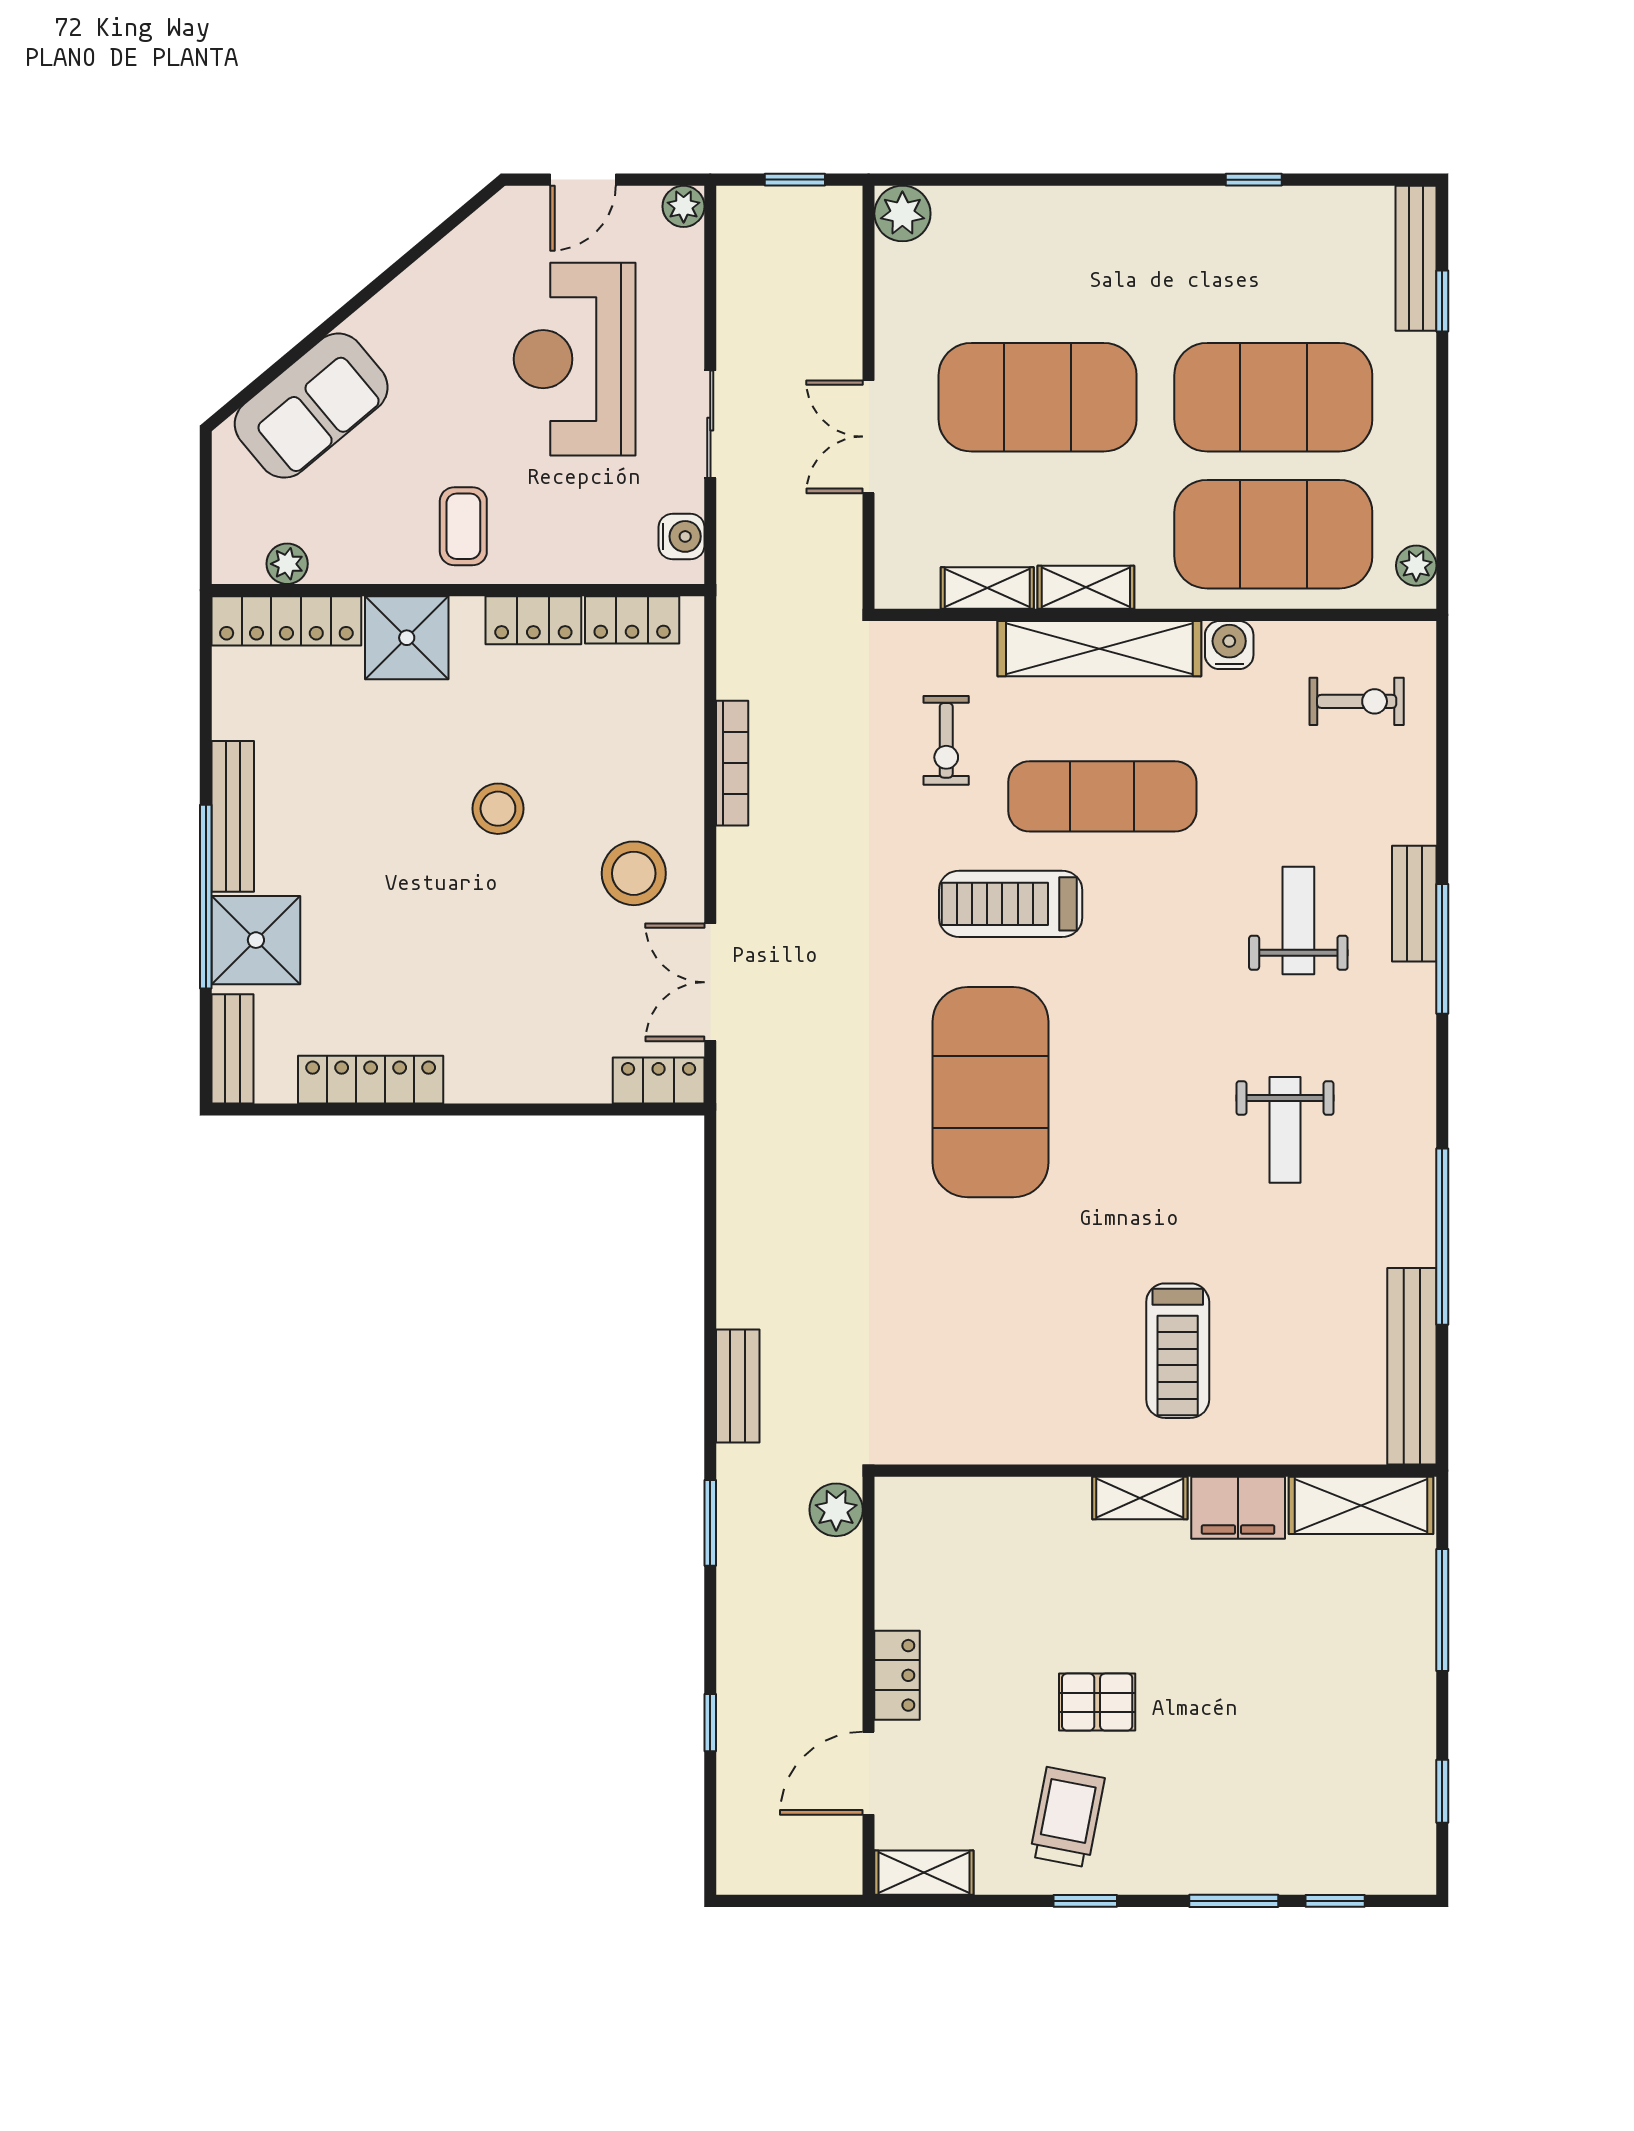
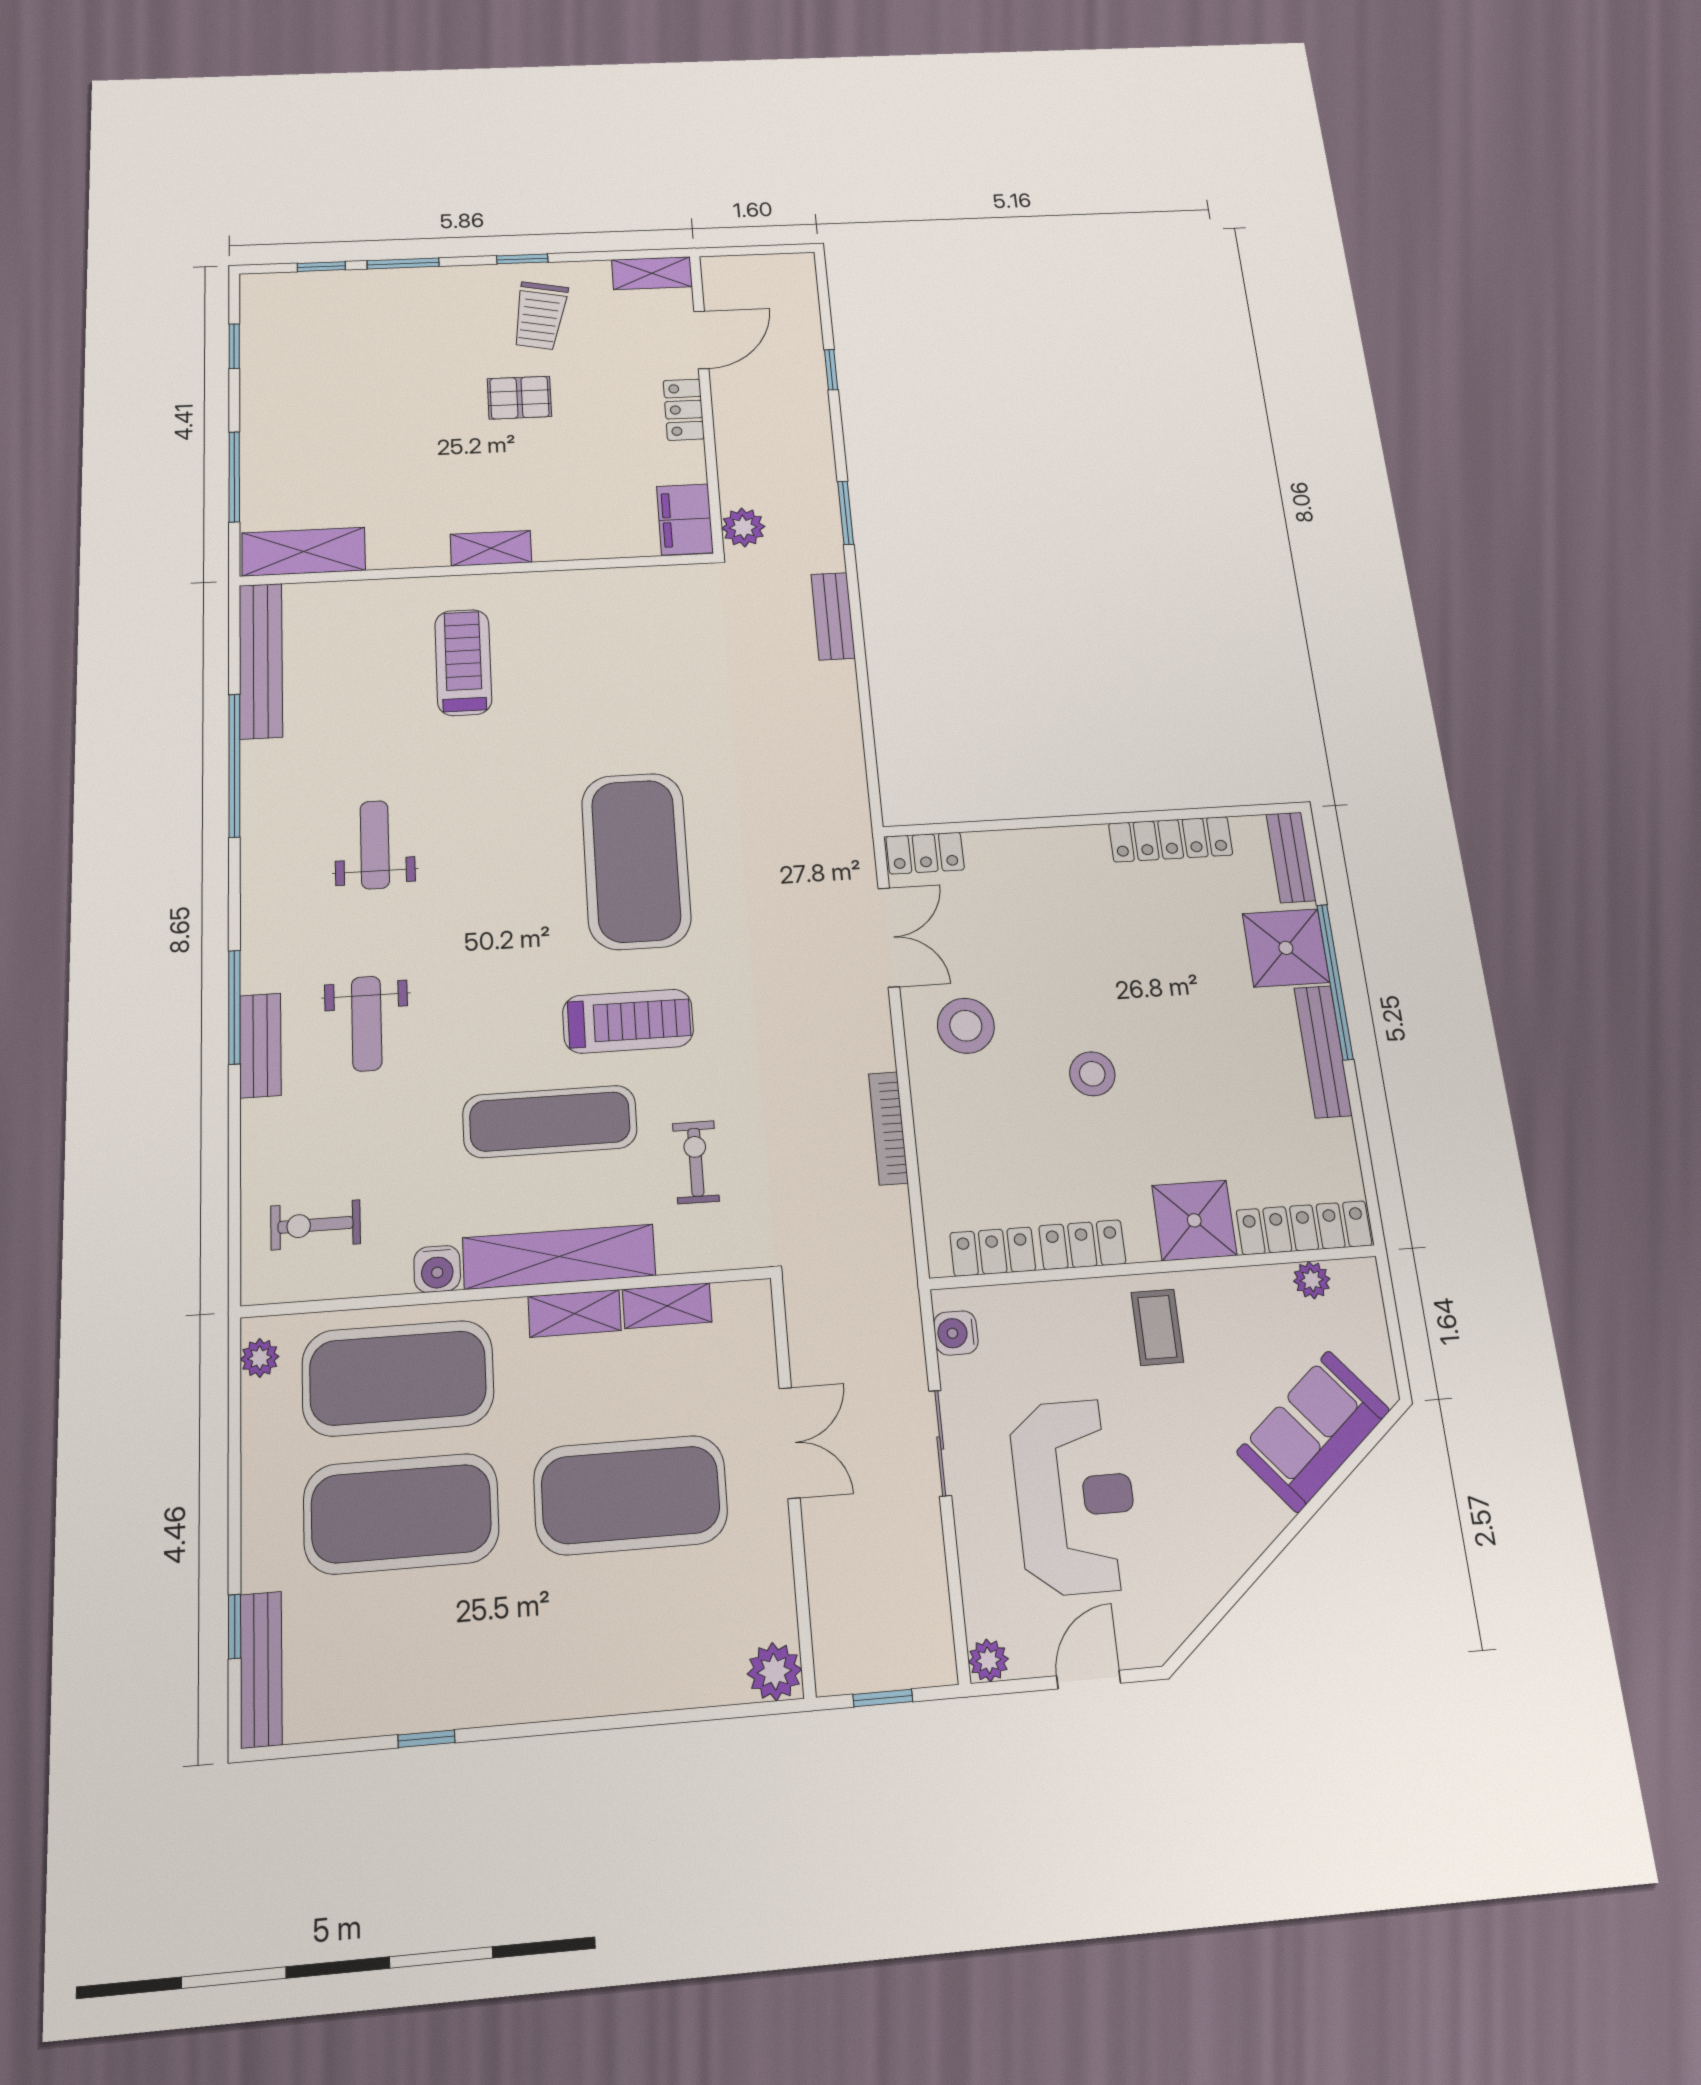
filing cabinet: (1238, 1508) -> (685, 519), moved, turned -90

